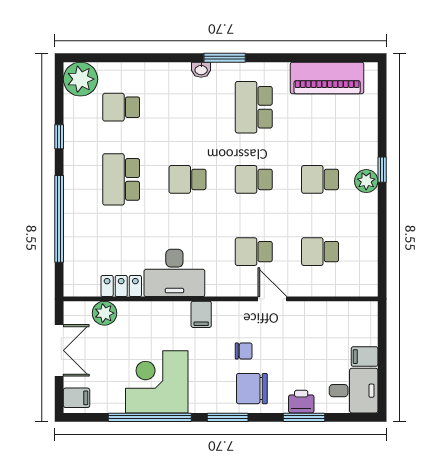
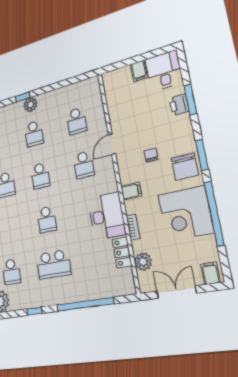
bookcase: (152, 308) -> (133, 227), added
chair: (252, 389) -> (185, 167), moved

